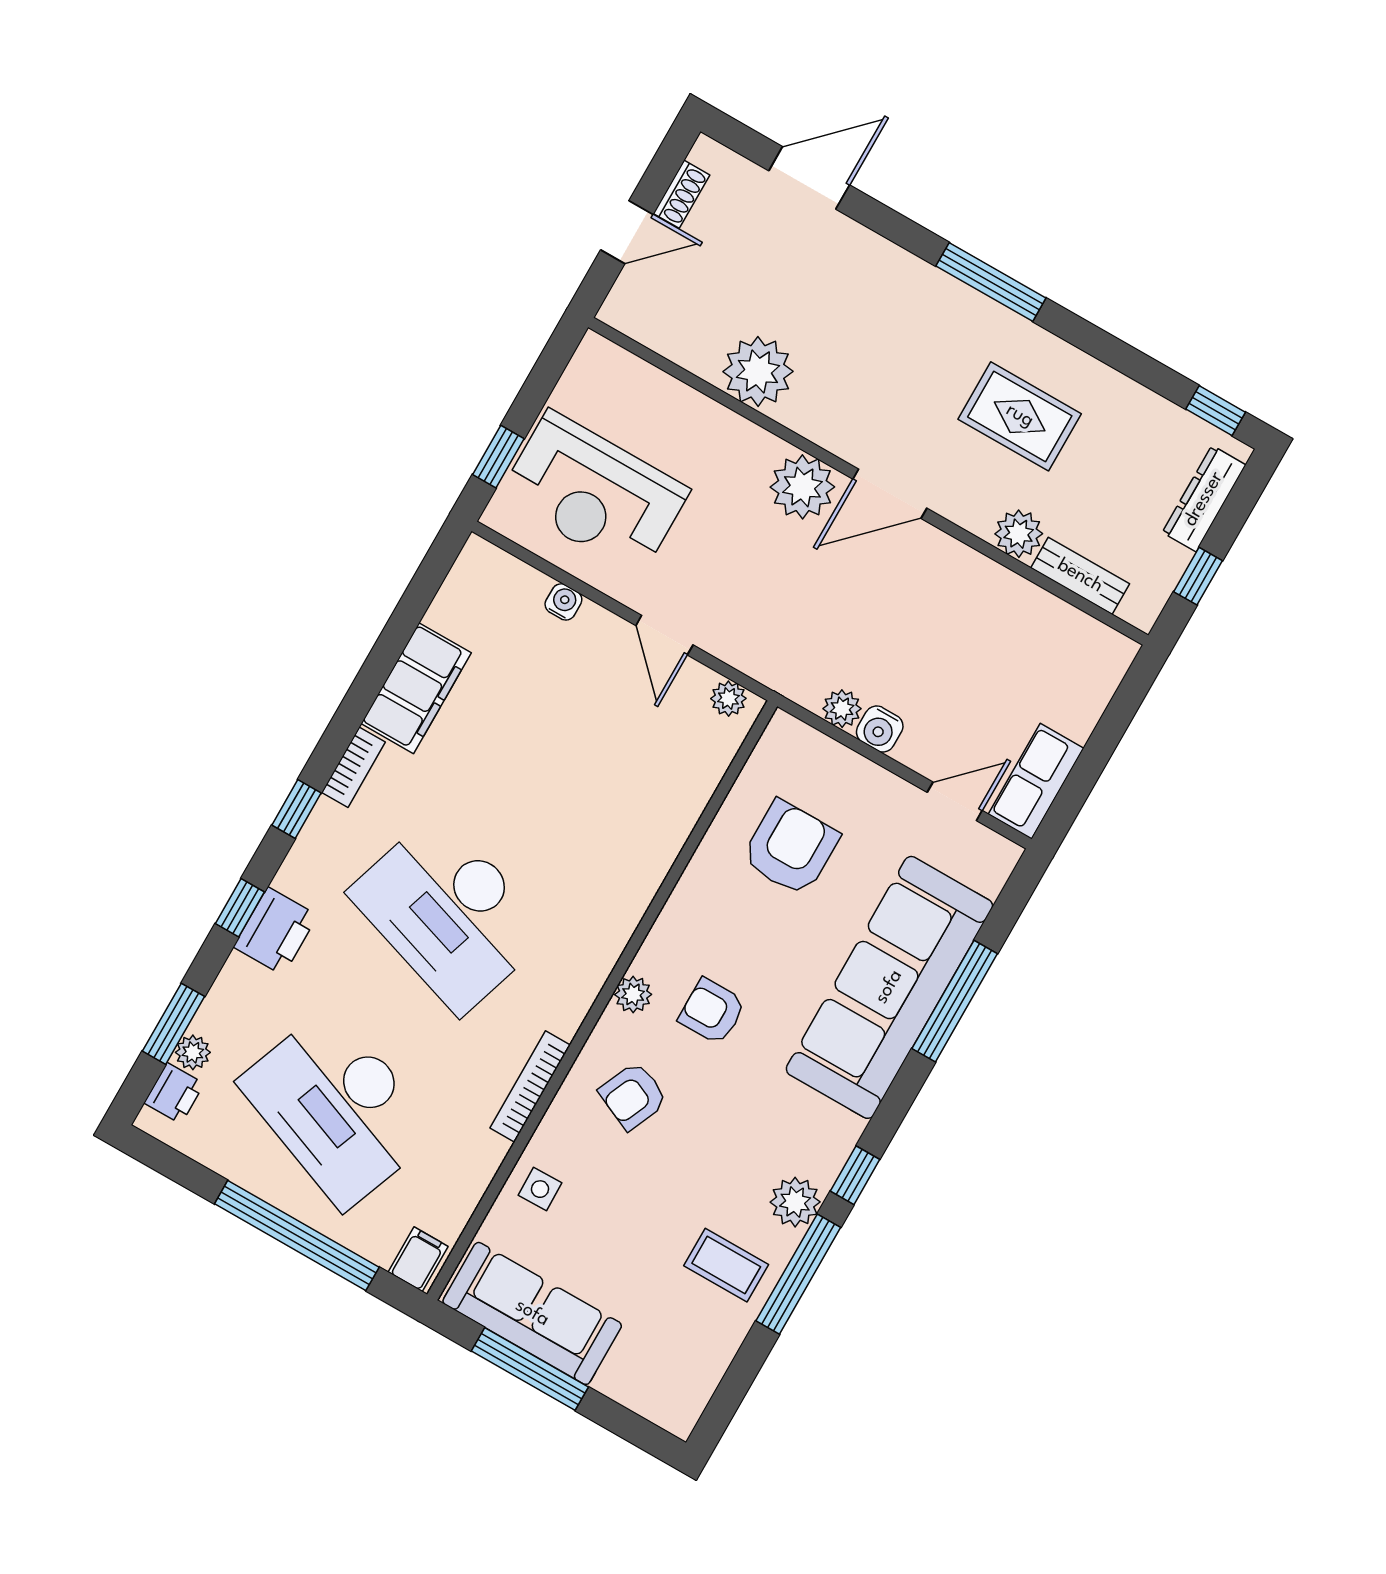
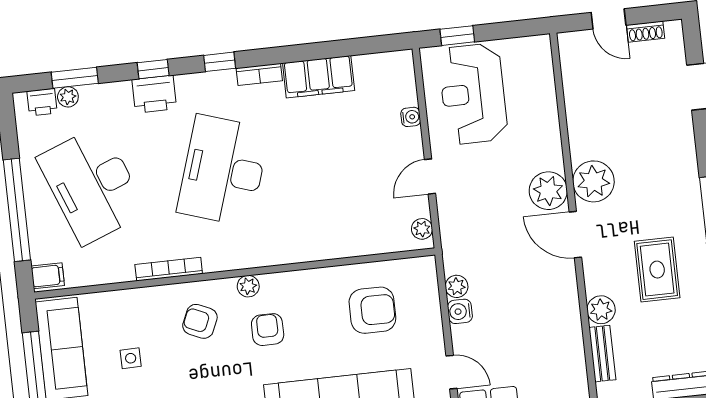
plant: (758, 371) -> (593, 181), moved
desk: (338, 1108) -> (92, 185), turned -42
side table: (540, 1189) -> (131, 358), moved

